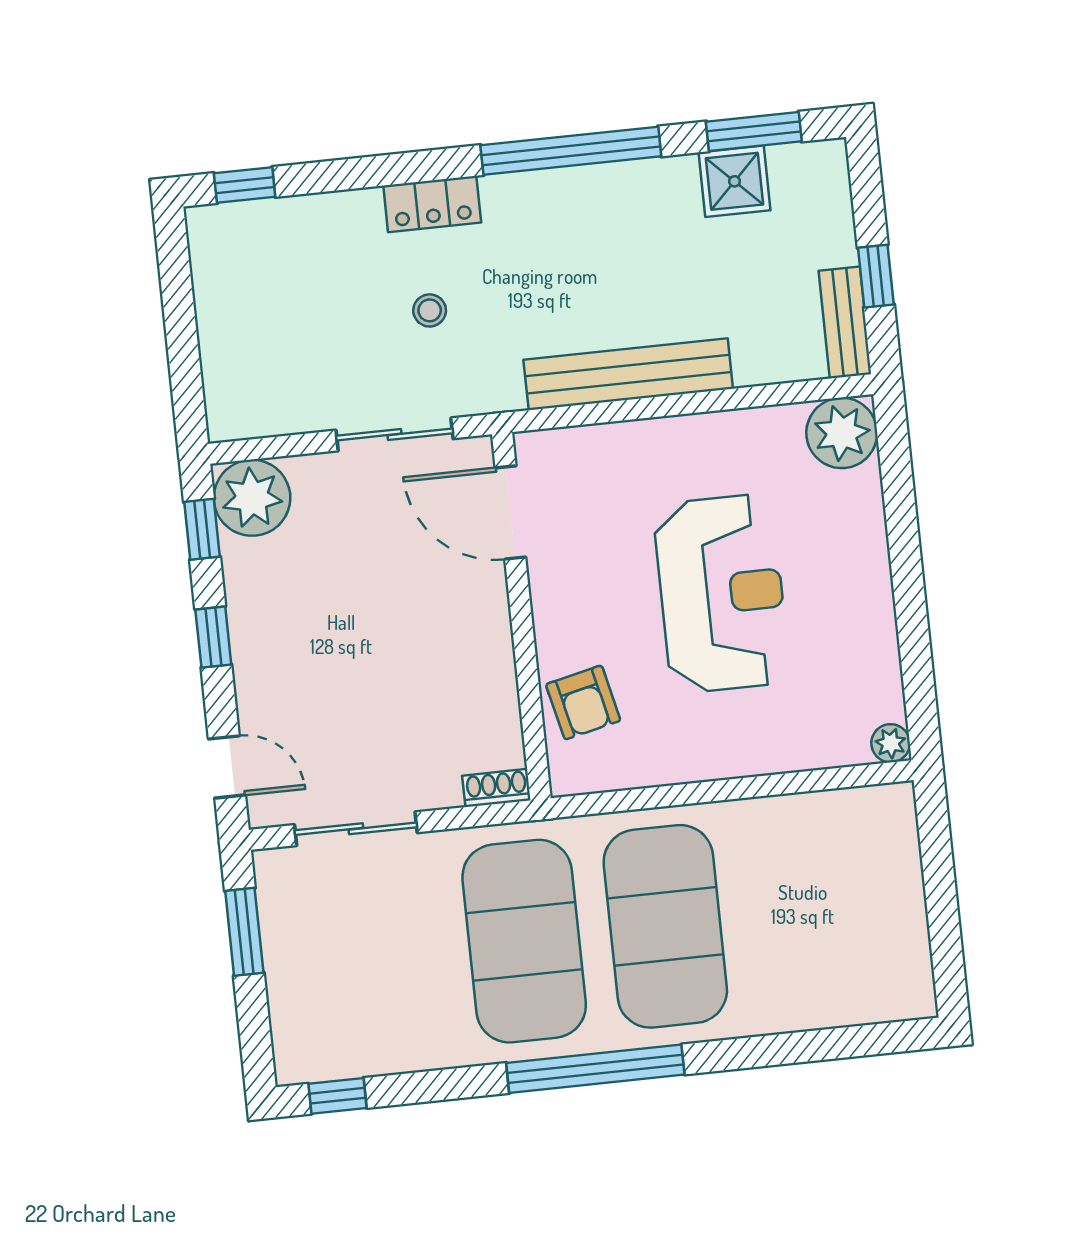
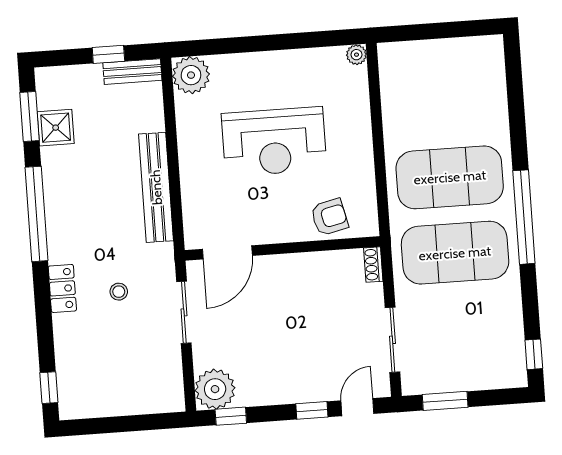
reception desk: (722, 593) -> (274, 142), turned 180
window: (213, 637) -> (312, 410), moved

